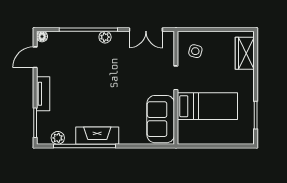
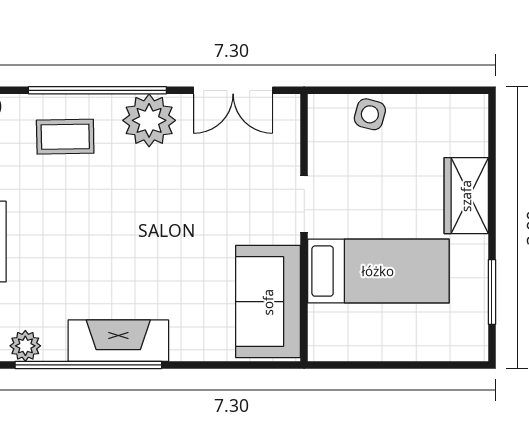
plant: (105, 37) -> (149, 120), width x1.88, depth x1.88
coffee table: (75, 49) -> (65, 137), added
side table: (195, 51) -> (370, 114), moved
wardrobe: (245, 53) -> (466, 196), moved

